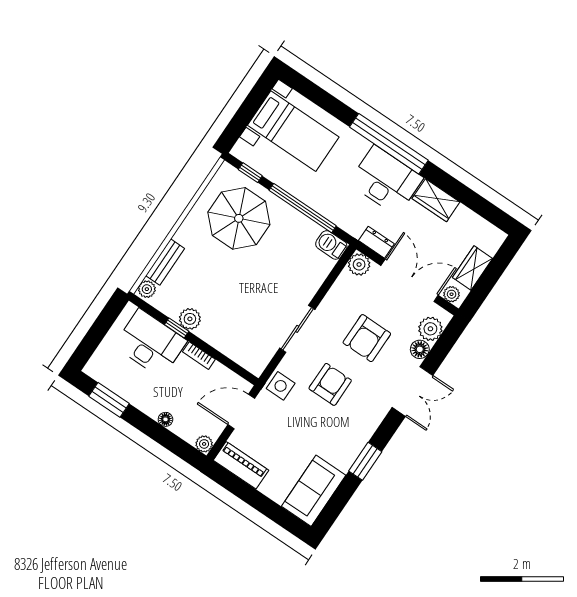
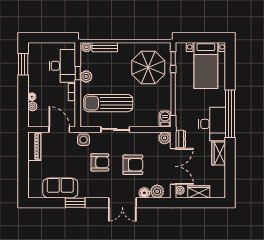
sun lounger: (251, 313) -> (108, 103), added
armchair: (367, 338) -> (133, 165), turned 180
plant: (204, 444) -> (32, 106), moved
sofa: (314, 491) -> (60, 188), moved

